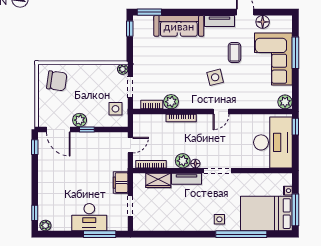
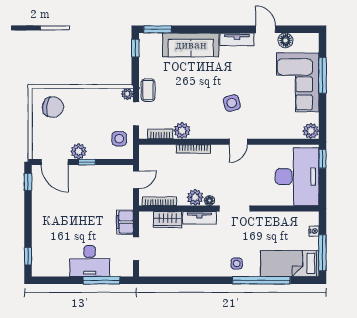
coffee table: (234, 53) -> (148, 90), moved
bed: (266, 214) -> (290, 264), width x0.67
plant: (45, 225) -> (40, 270), removed

